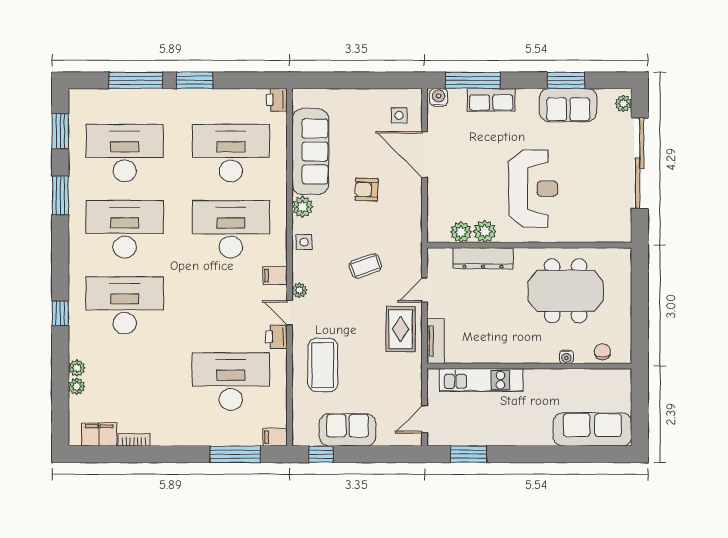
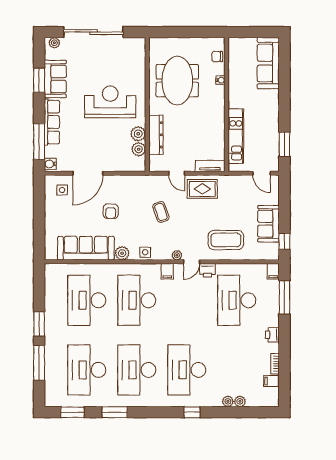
printer: (277, 100) -> (272, 335), moved, turned 90
row of seats: (491, 100) -> (52, 122), width x1.48
filing cabinet: (99, 434) -> (271, 381), width x0.50

